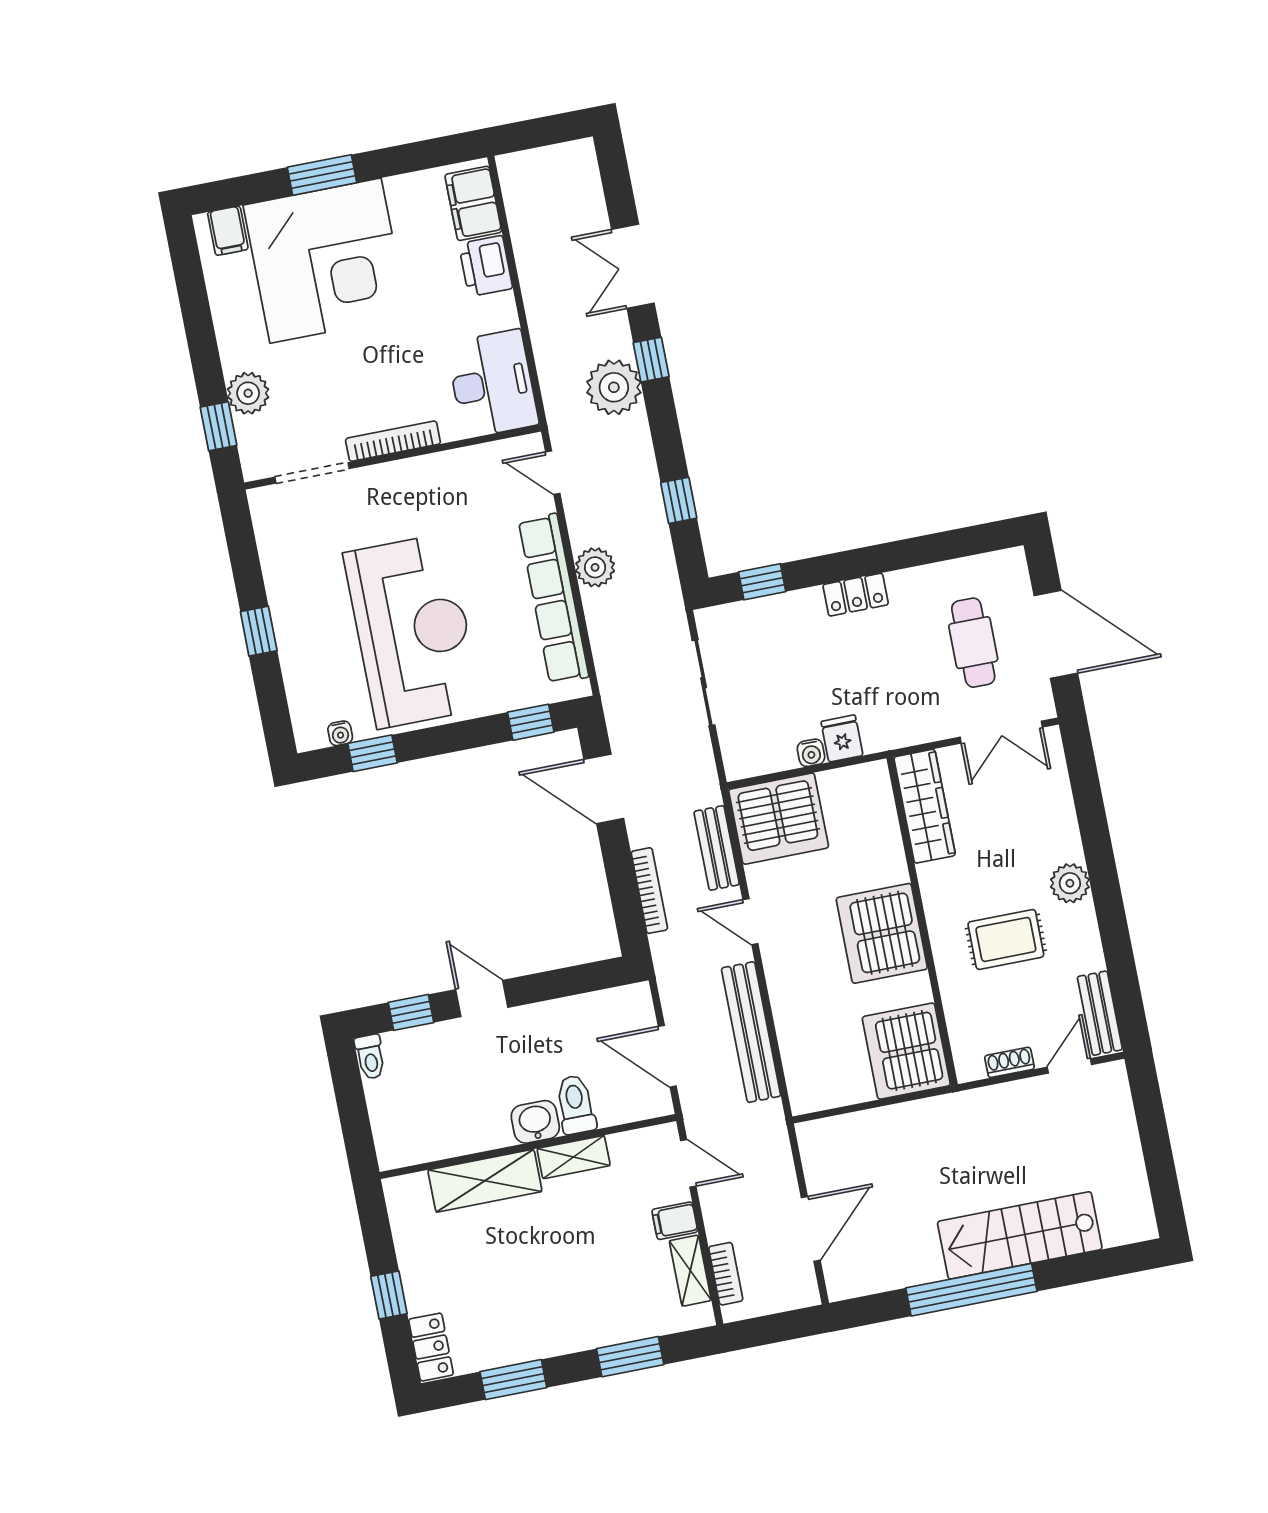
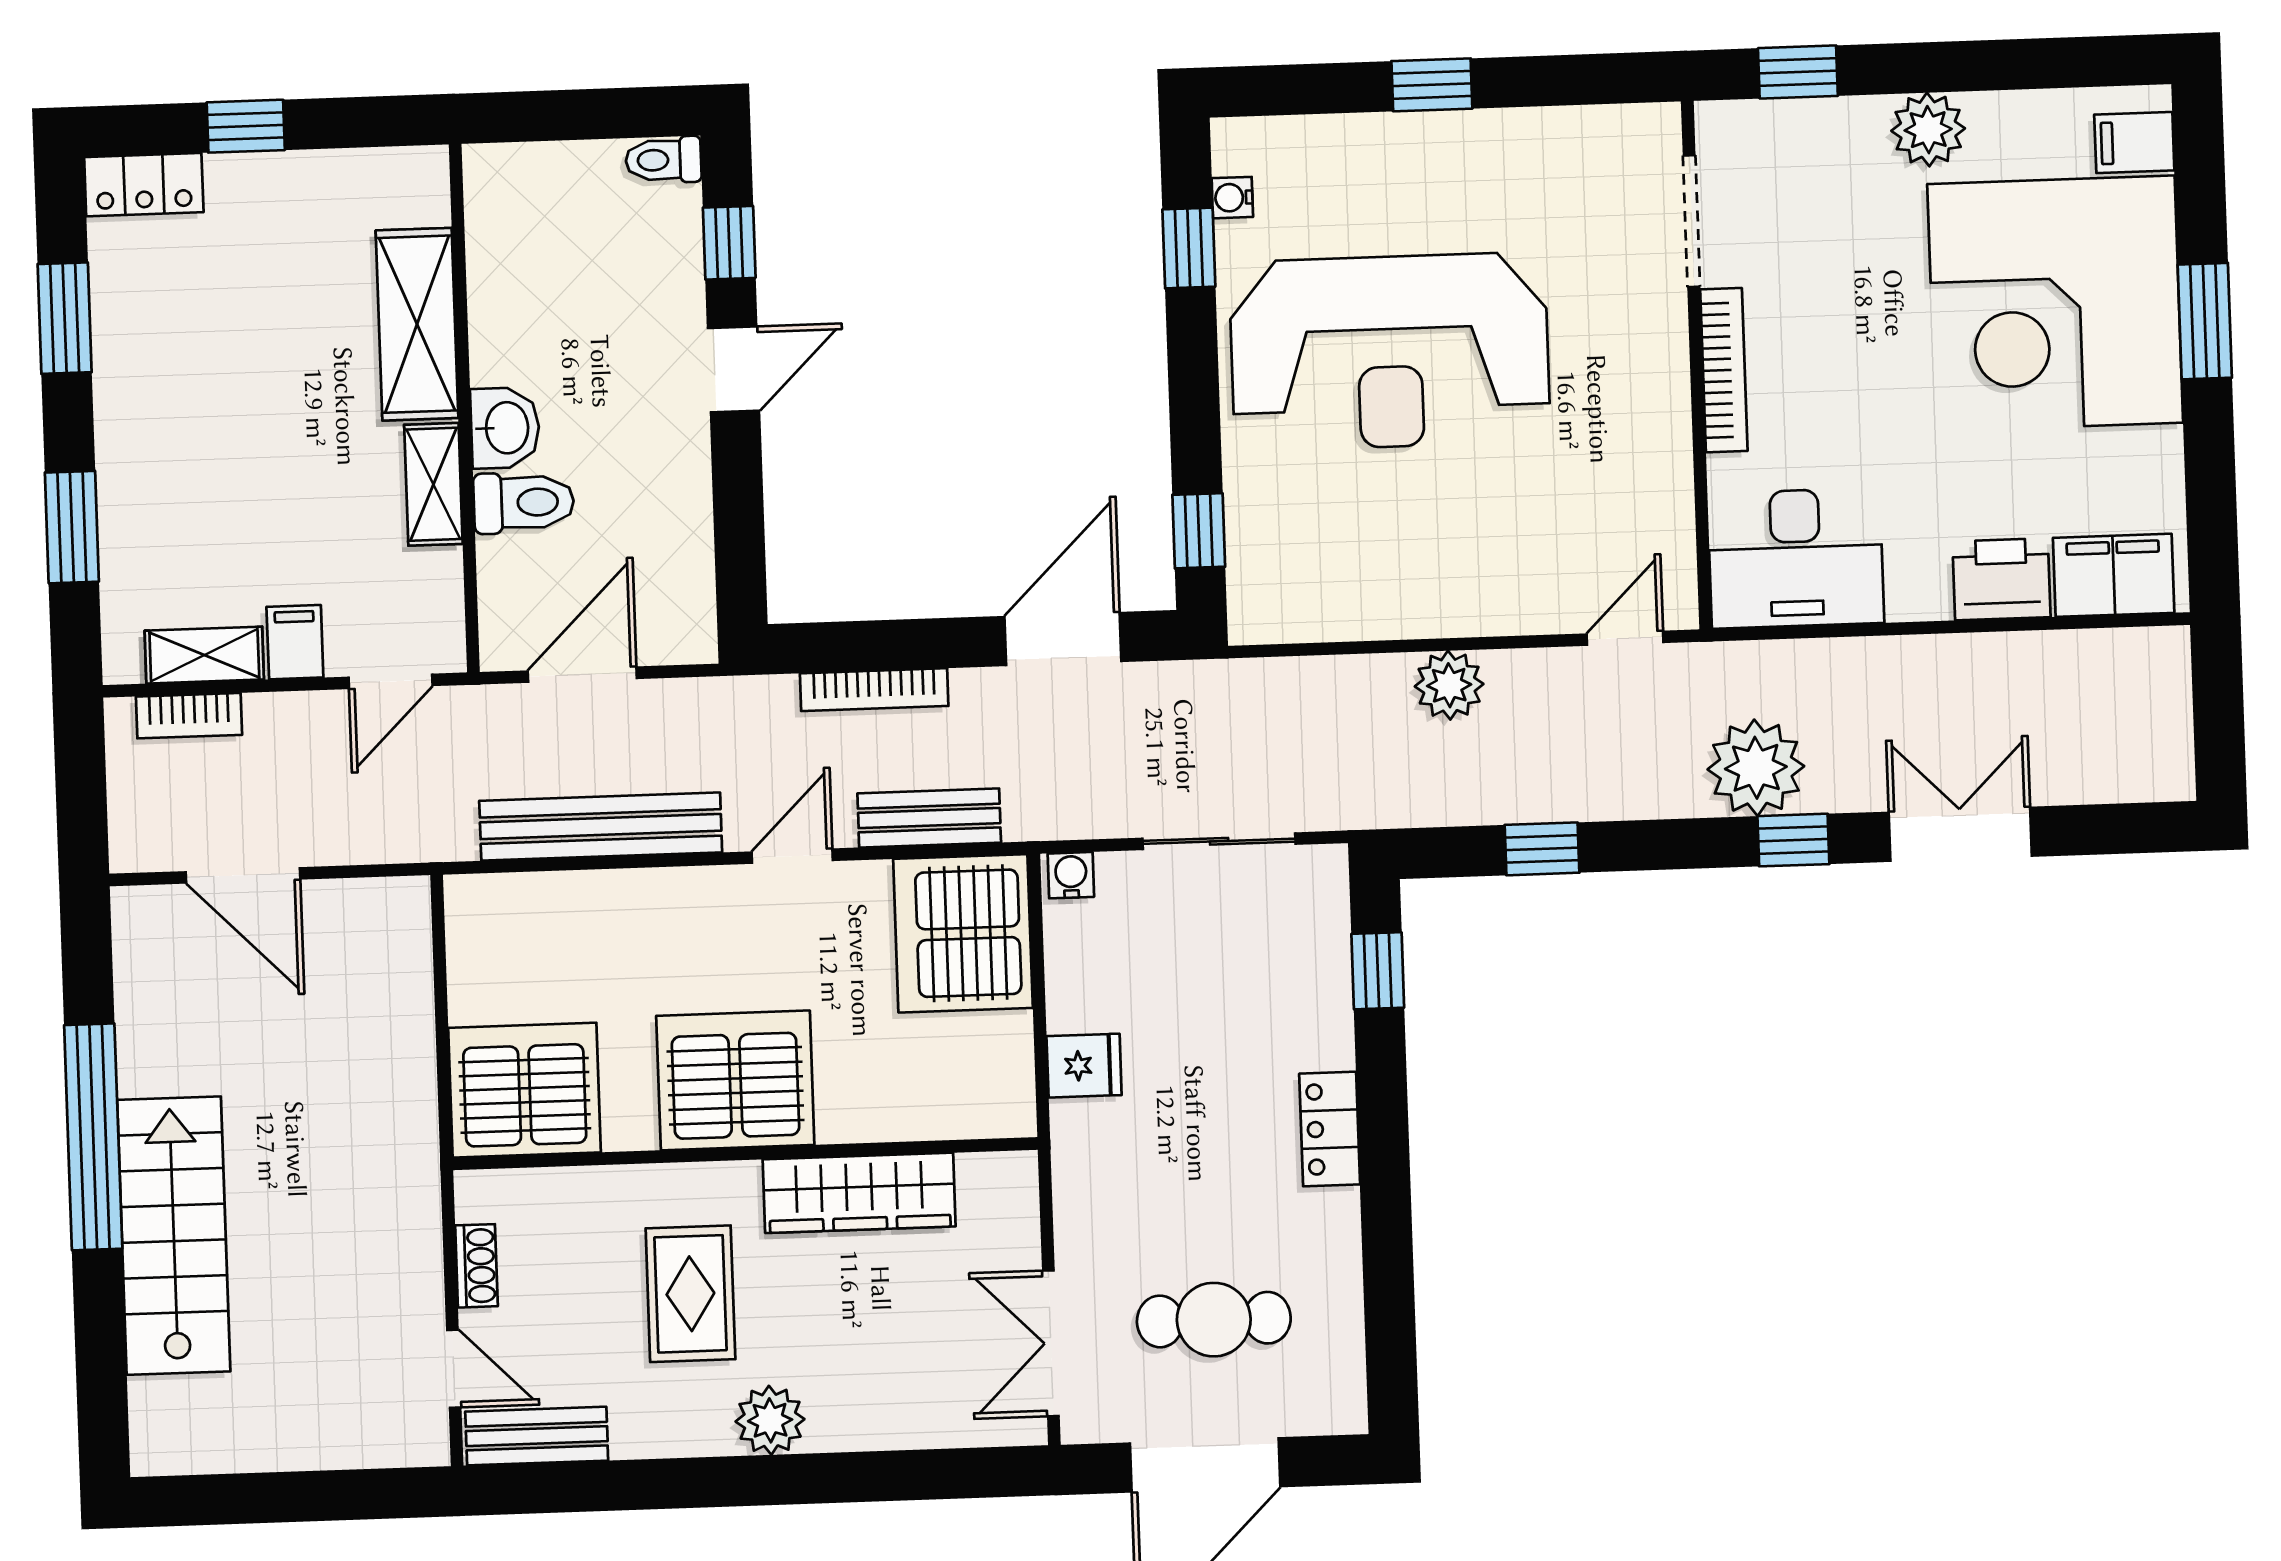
plant: (248, 393) -> (1928, 130), moved
row of seats: (554, 599) -> (1406, 605), removed
water cooler: (811, 753) -> (1071, 875), moved, turned 90
wardrobe: (925, 806) -> (859, 1193), moved

